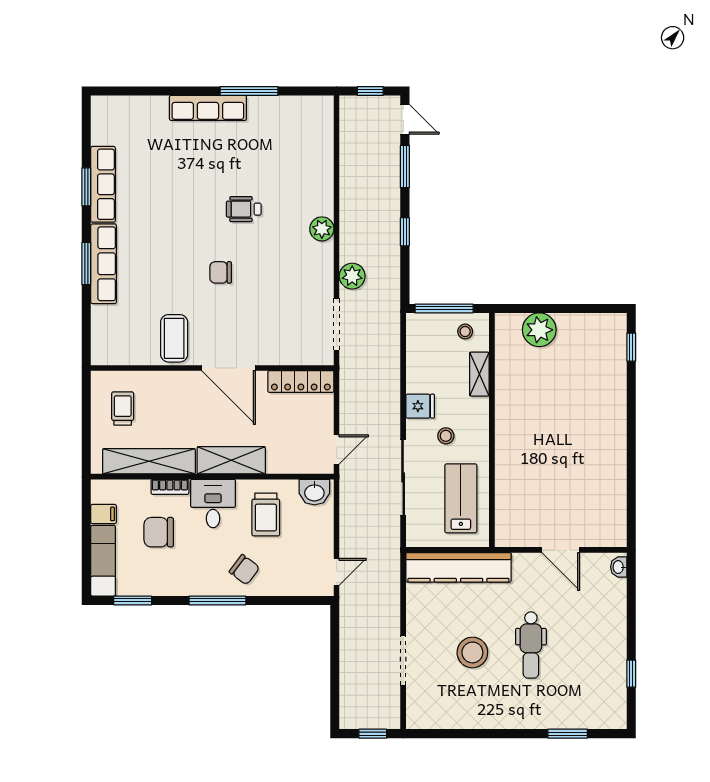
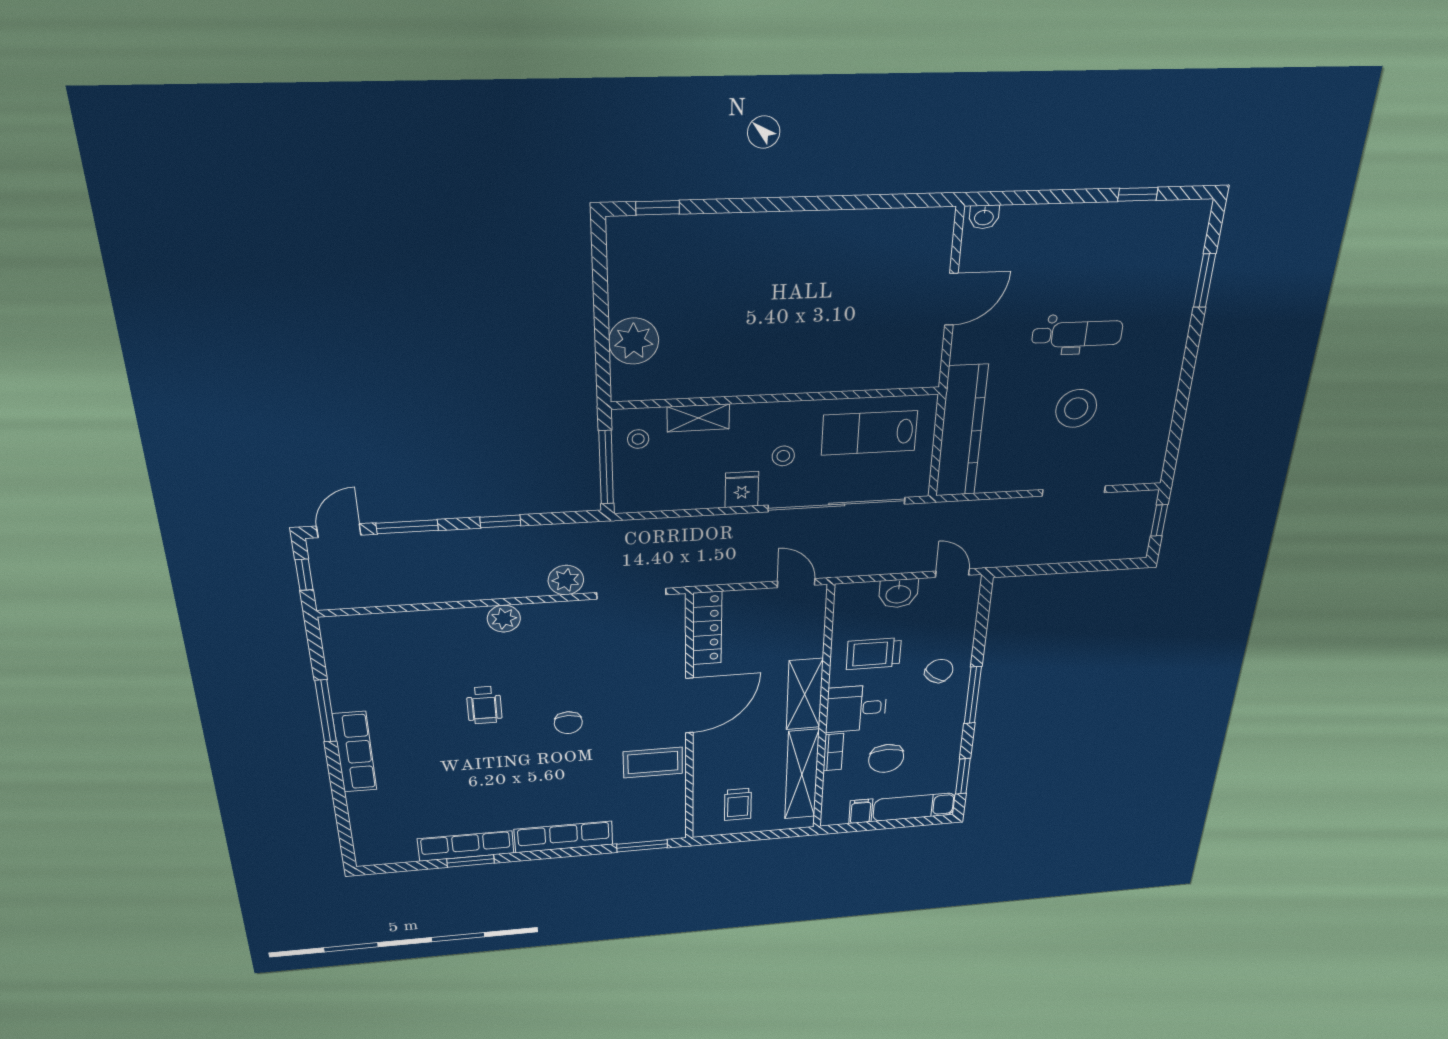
window: (86, 263) -> (642, 846), moved
trolley: (123, 408) -> (738, 804), turned -90
sliding door: (403, 477) -> (837, 505), width x1.36
washbasin: (314, 492) -> (898, 594), moved, turned 90
trolley: (266, 515) -> (874, 654), turned 180

